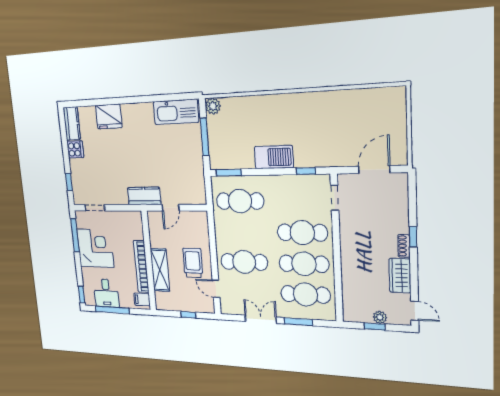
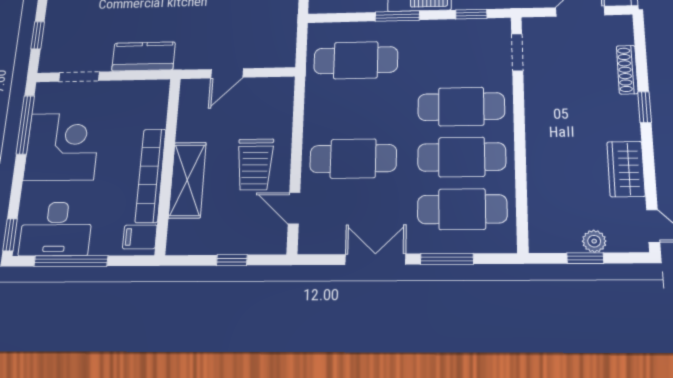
window: (229, 173) -> (397, 16), moved
kitchen counter: (144, 196) -> (143, 56), moved
shoe rack: (404, 246) -> (627, 70), moved, width x1.43
trolley: (193, 263) -> (255, 164), turned 180
desk: (106, 293) -> (56, 229), width x1.37

